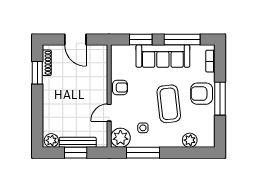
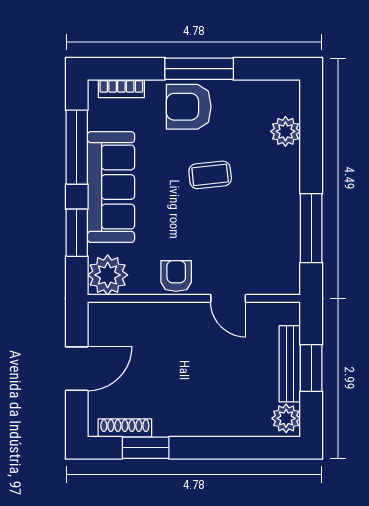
armchair: (202, 94) -> (189, 107), turned 90
coffee table: (169, 104) -> (210, 175), width x0.54, depth x0.58
side table: (143, 128) -> (260, 228), removed
plant: (120, 138) -> (108, 275), moved

